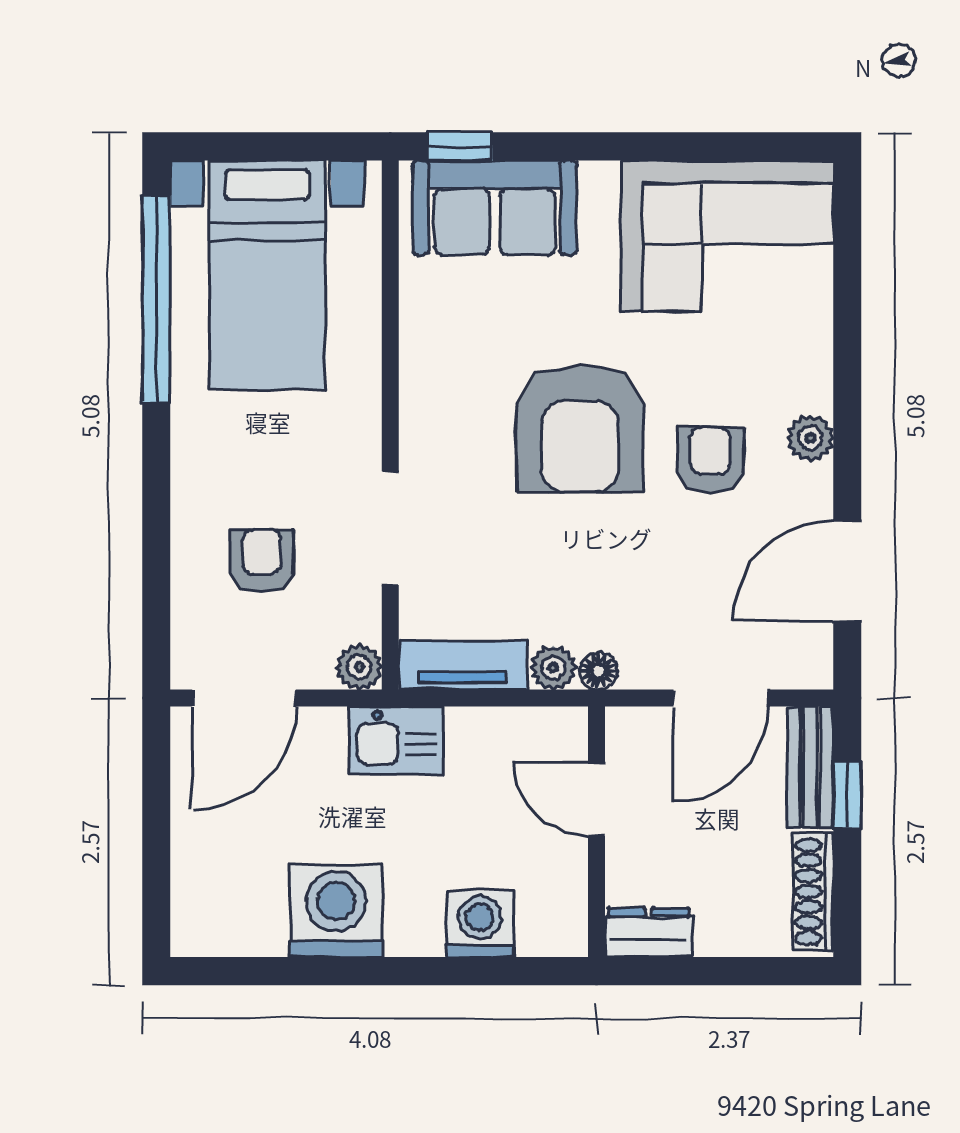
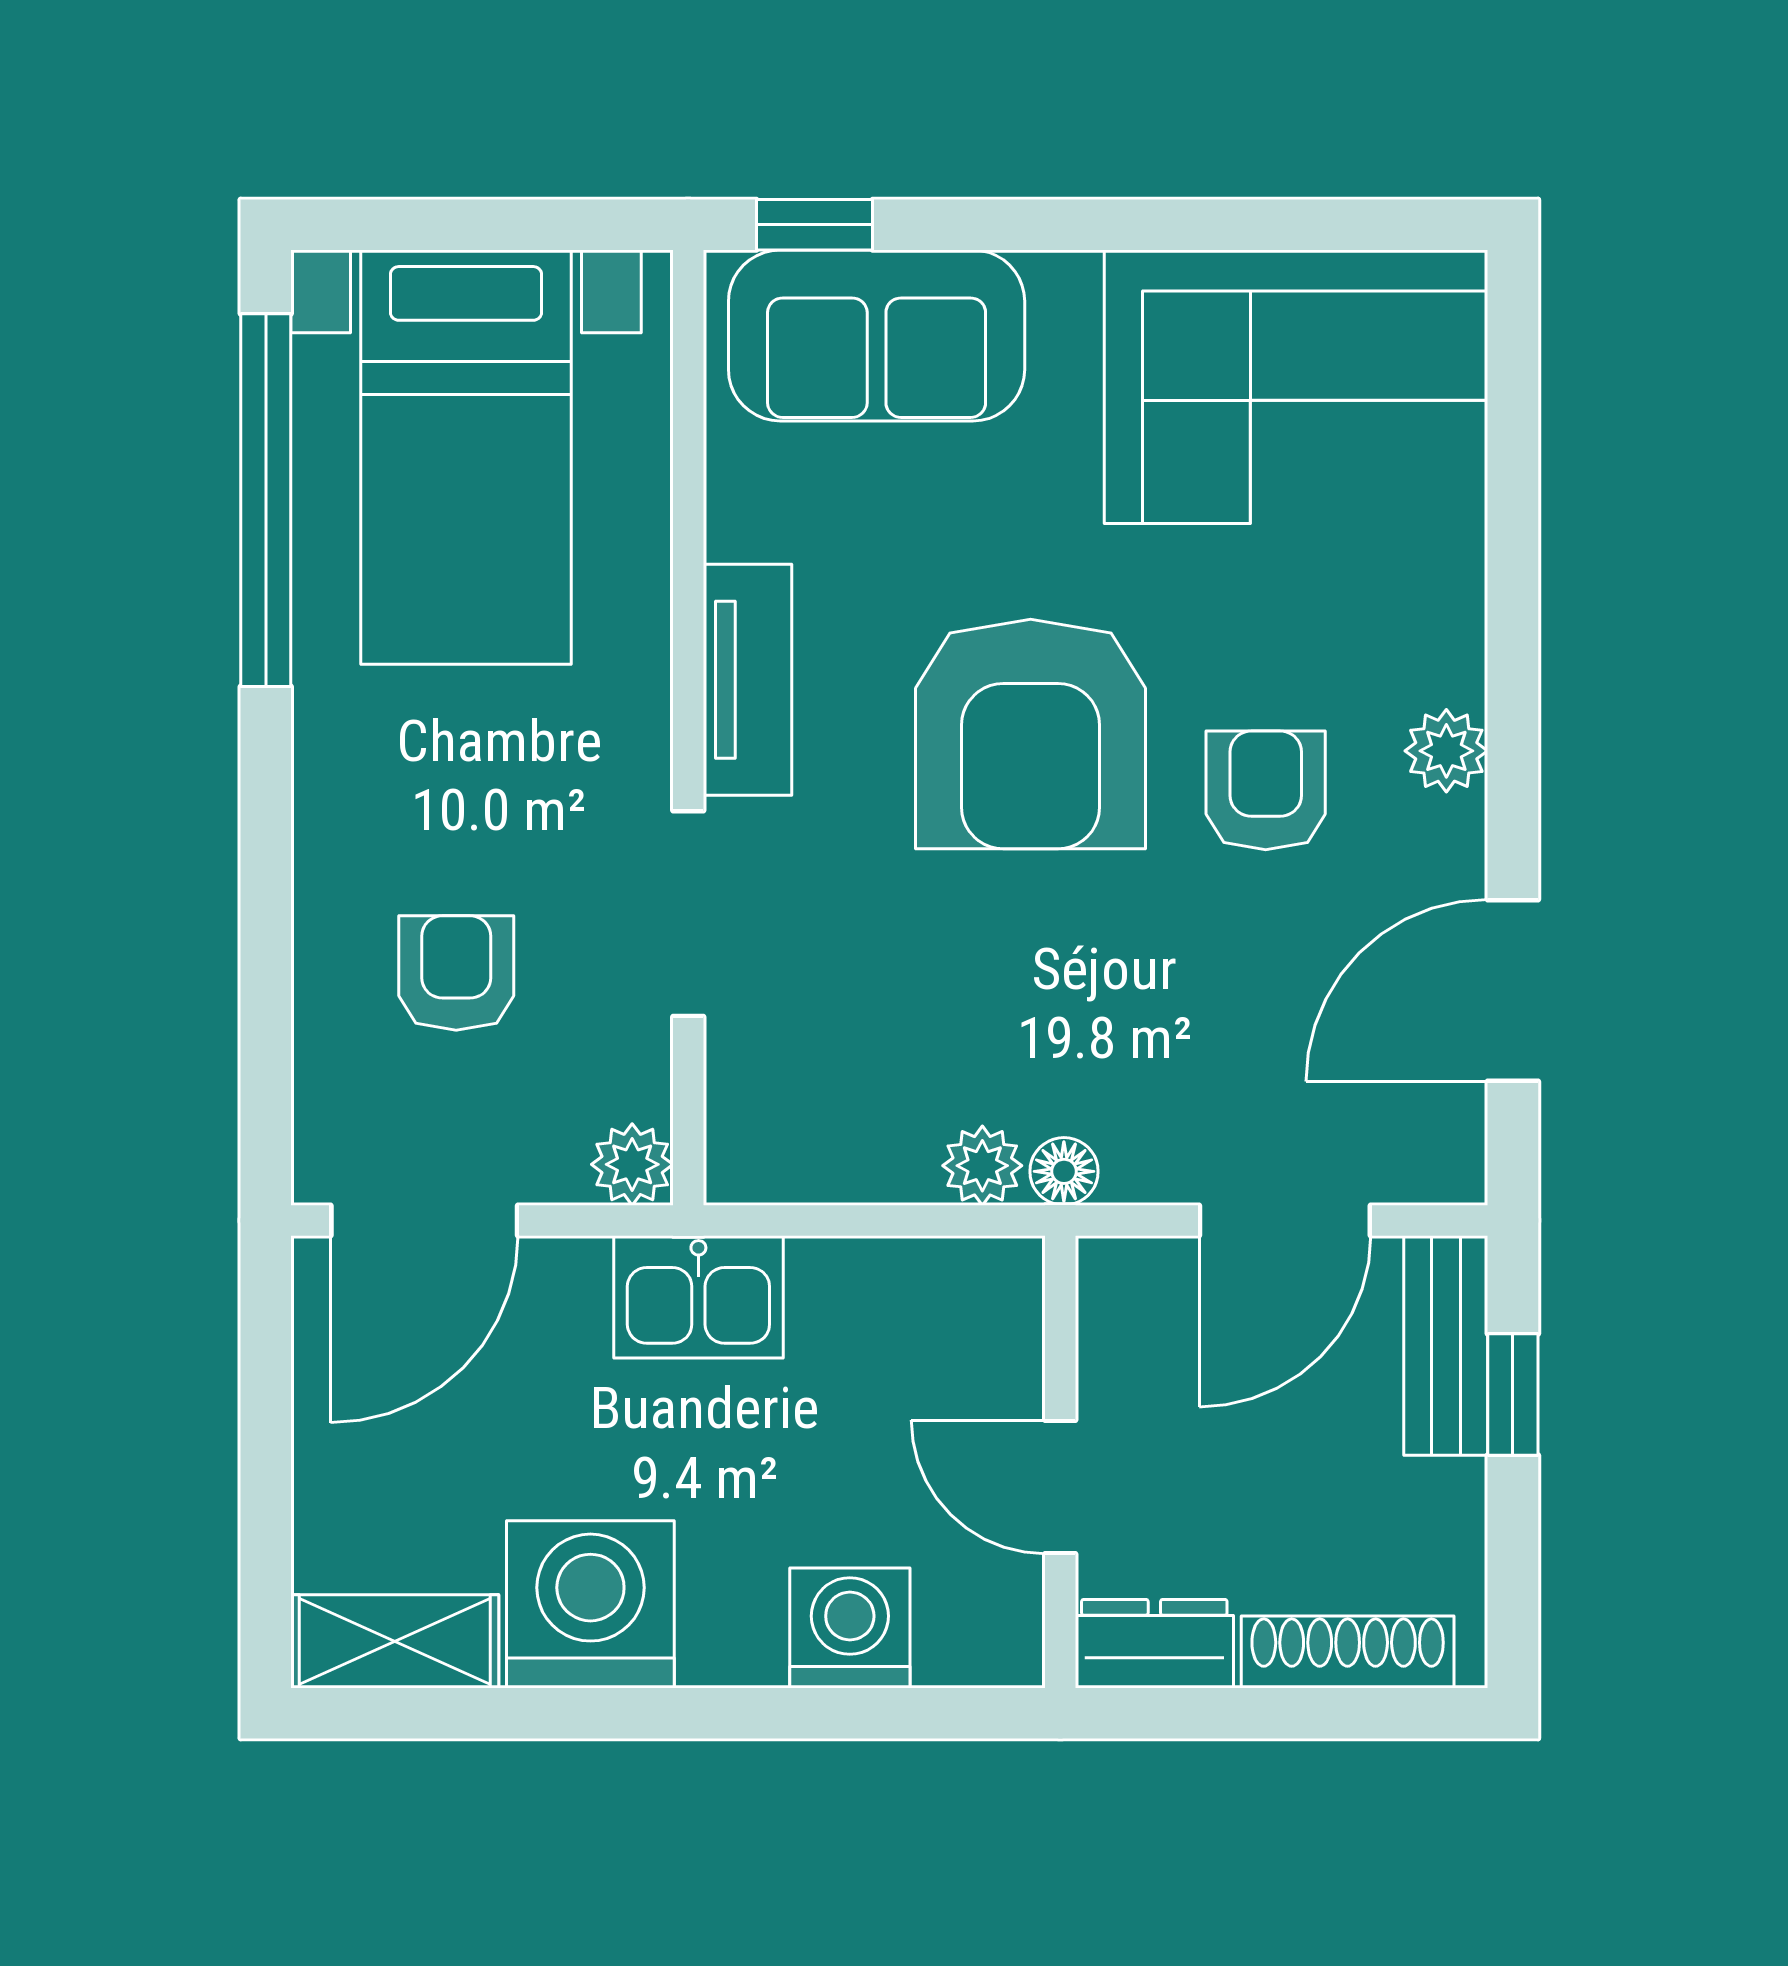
tv unit: (463, 665) -> (747, 680), moved, turned 90
door: (596, 799) -> (1060, 1487), moved
shoe rack: (813, 892) -> (1348, 1652), moved, turned 90
shelving: (228, 931) -> (395, 1641), added

